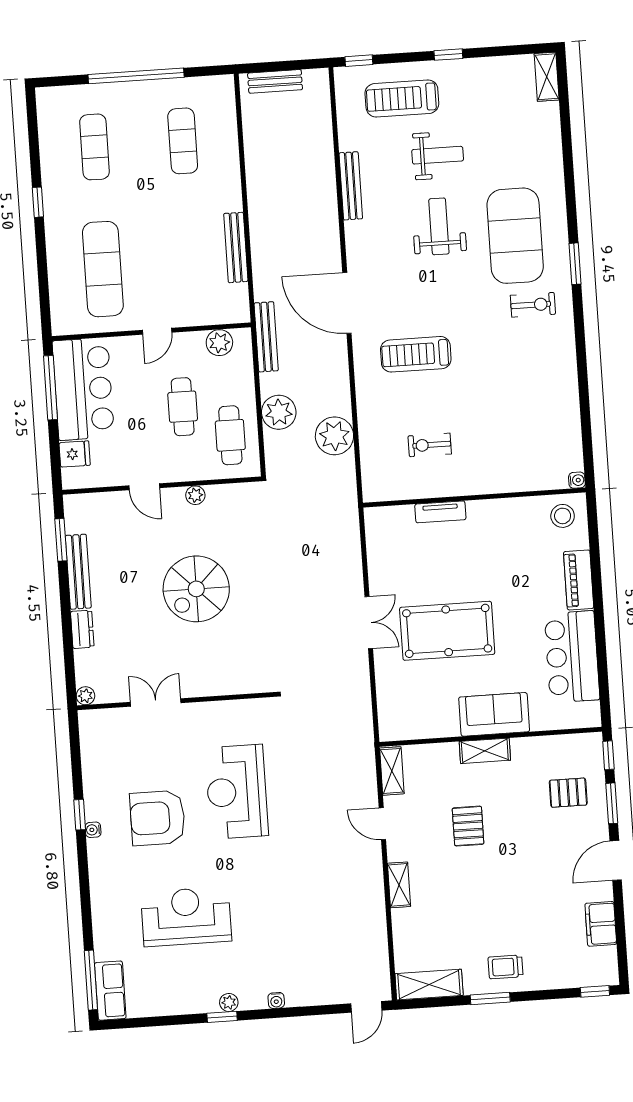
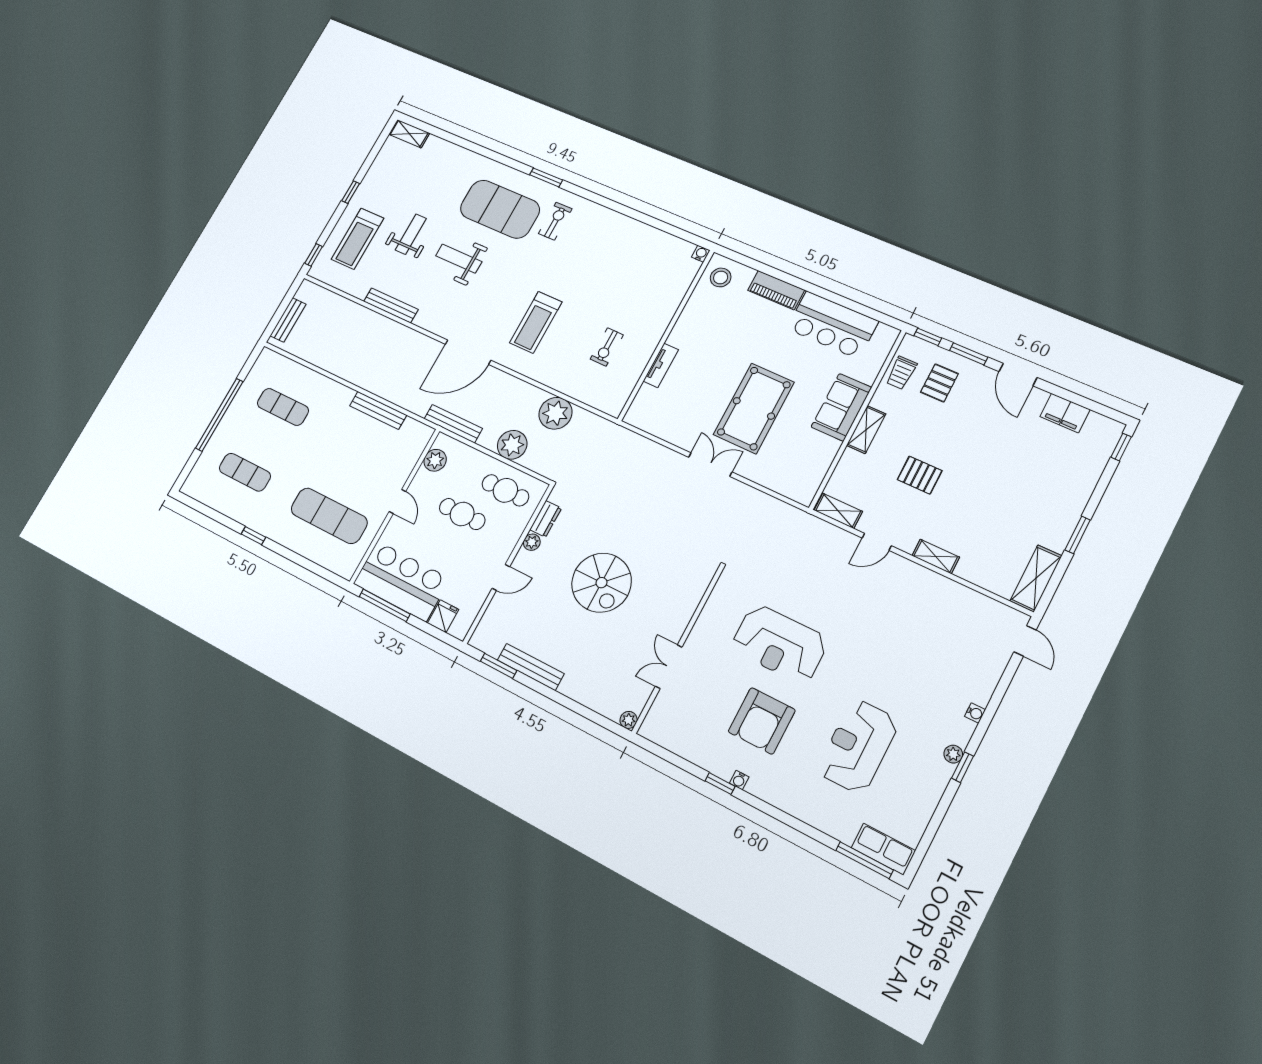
dresser: (82, 629) -> (546, 519), moved, turned 90
trolley: (505, 967) -> (901, 373), moved

